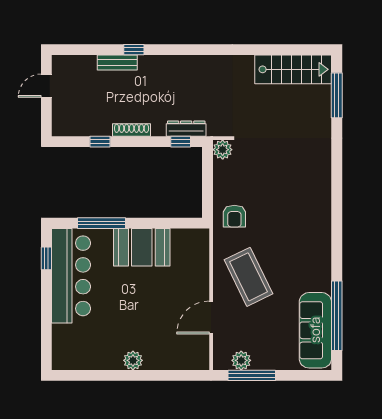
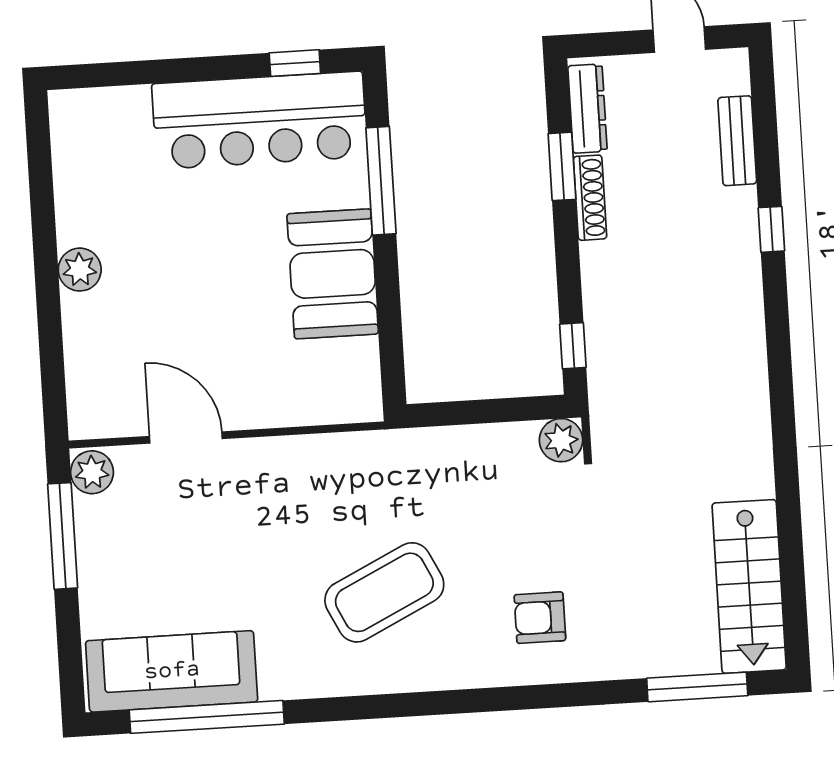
bench: (117, 62) -> (737, 141), moved
dresser: (186, 129) -> (587, 109), moved
shoe rack: (132, 130) -> (590, 198), moved
window: (100, 142) -> (562, 166), width x1.50
armchair: (234, 216) -> (540, 618), moved
coffee table: (248, 277) -> (384, 592), moved
plant: (241, 360) -> (92, 472), moved

